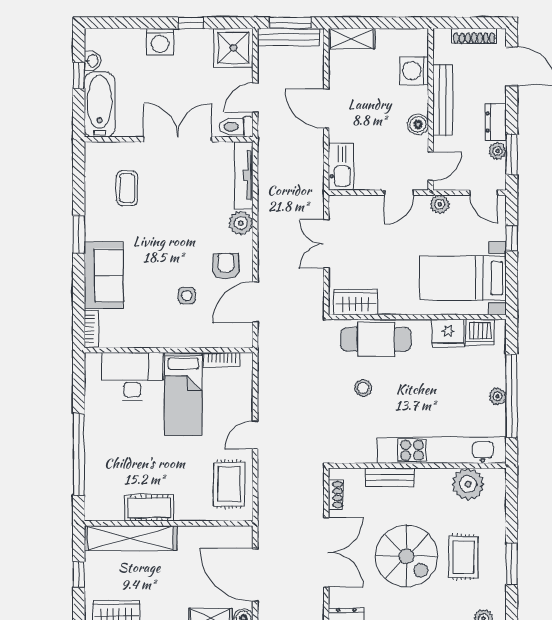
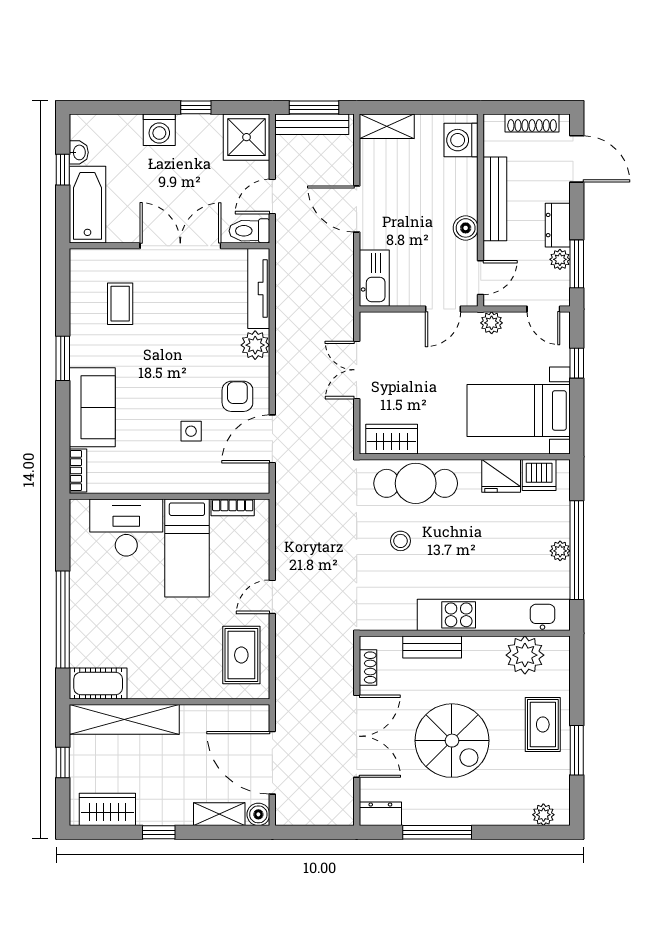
washing machine: (414, 71) -> (461, 140), moved
cot: (149, 508) -> (98, 684), moved
rug: (463, 557) -> (543, 724), moved

